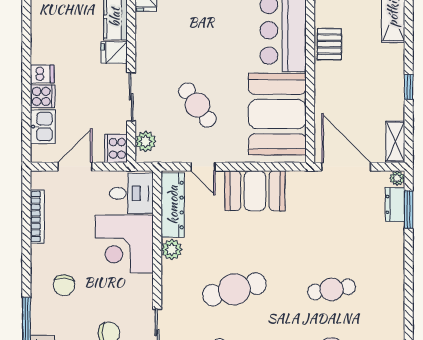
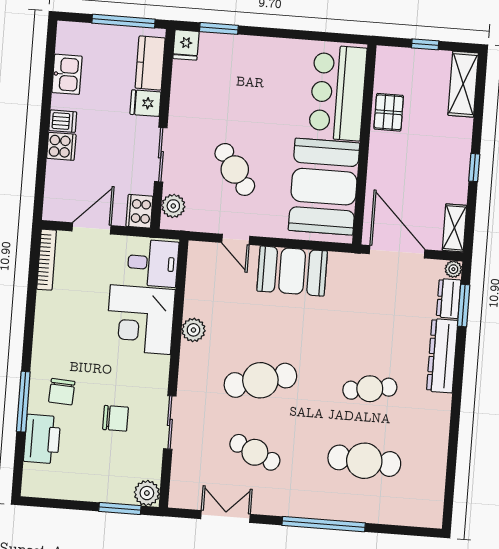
kitchen sink: (43, 127) -> (67, 74), moved
dresser: (173, 205) -> (442, 356), moved, turned 180
bookcase: (37, 217) -> (47, 260), moved
chair: (64, 285) -> (62, 392), moved

